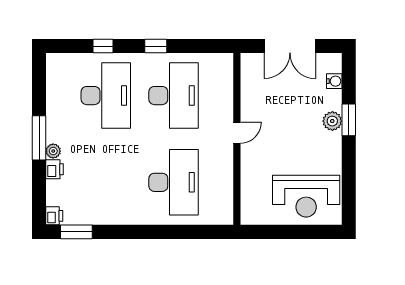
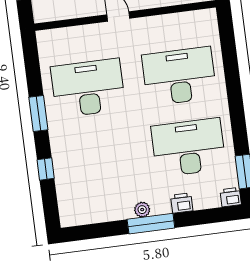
window: (156, 46) -> (38, 113), width x1.50
desk: (106, 96) -> (188, 147), moved
plant: (53, 151) -> (142, 210), moved

